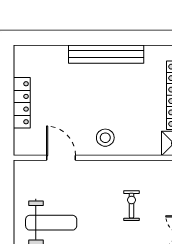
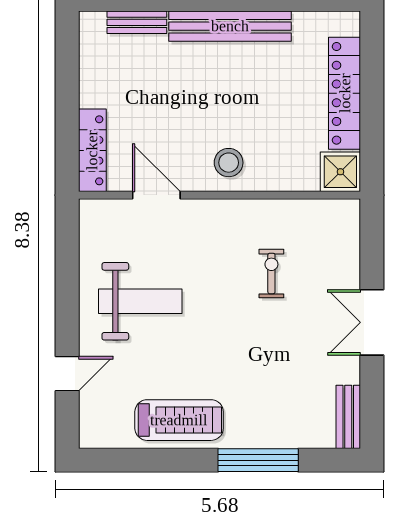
bench: (49, 52) -> (137, 22), added
locker: (22, 103) -> (92, 150), moved

